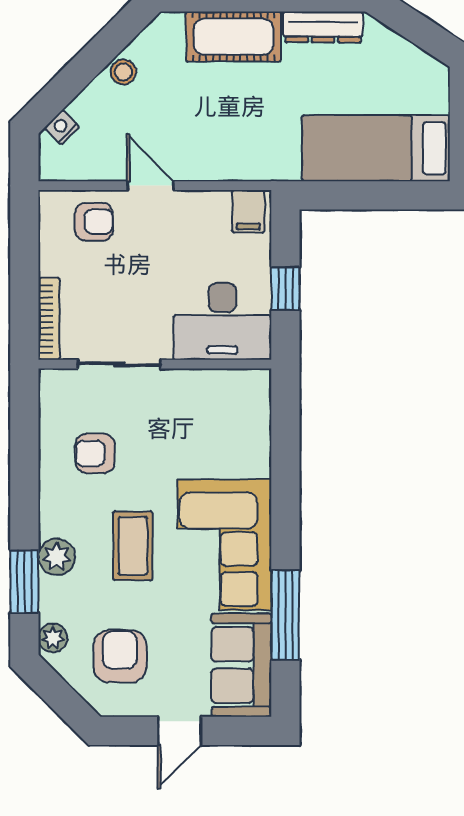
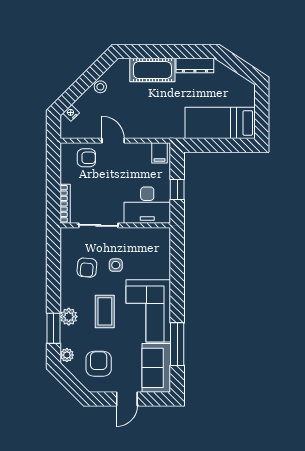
side table: (156, 448) -> (116, 265), added
armchair: (95, 453) -> (87, 268), turned -85

